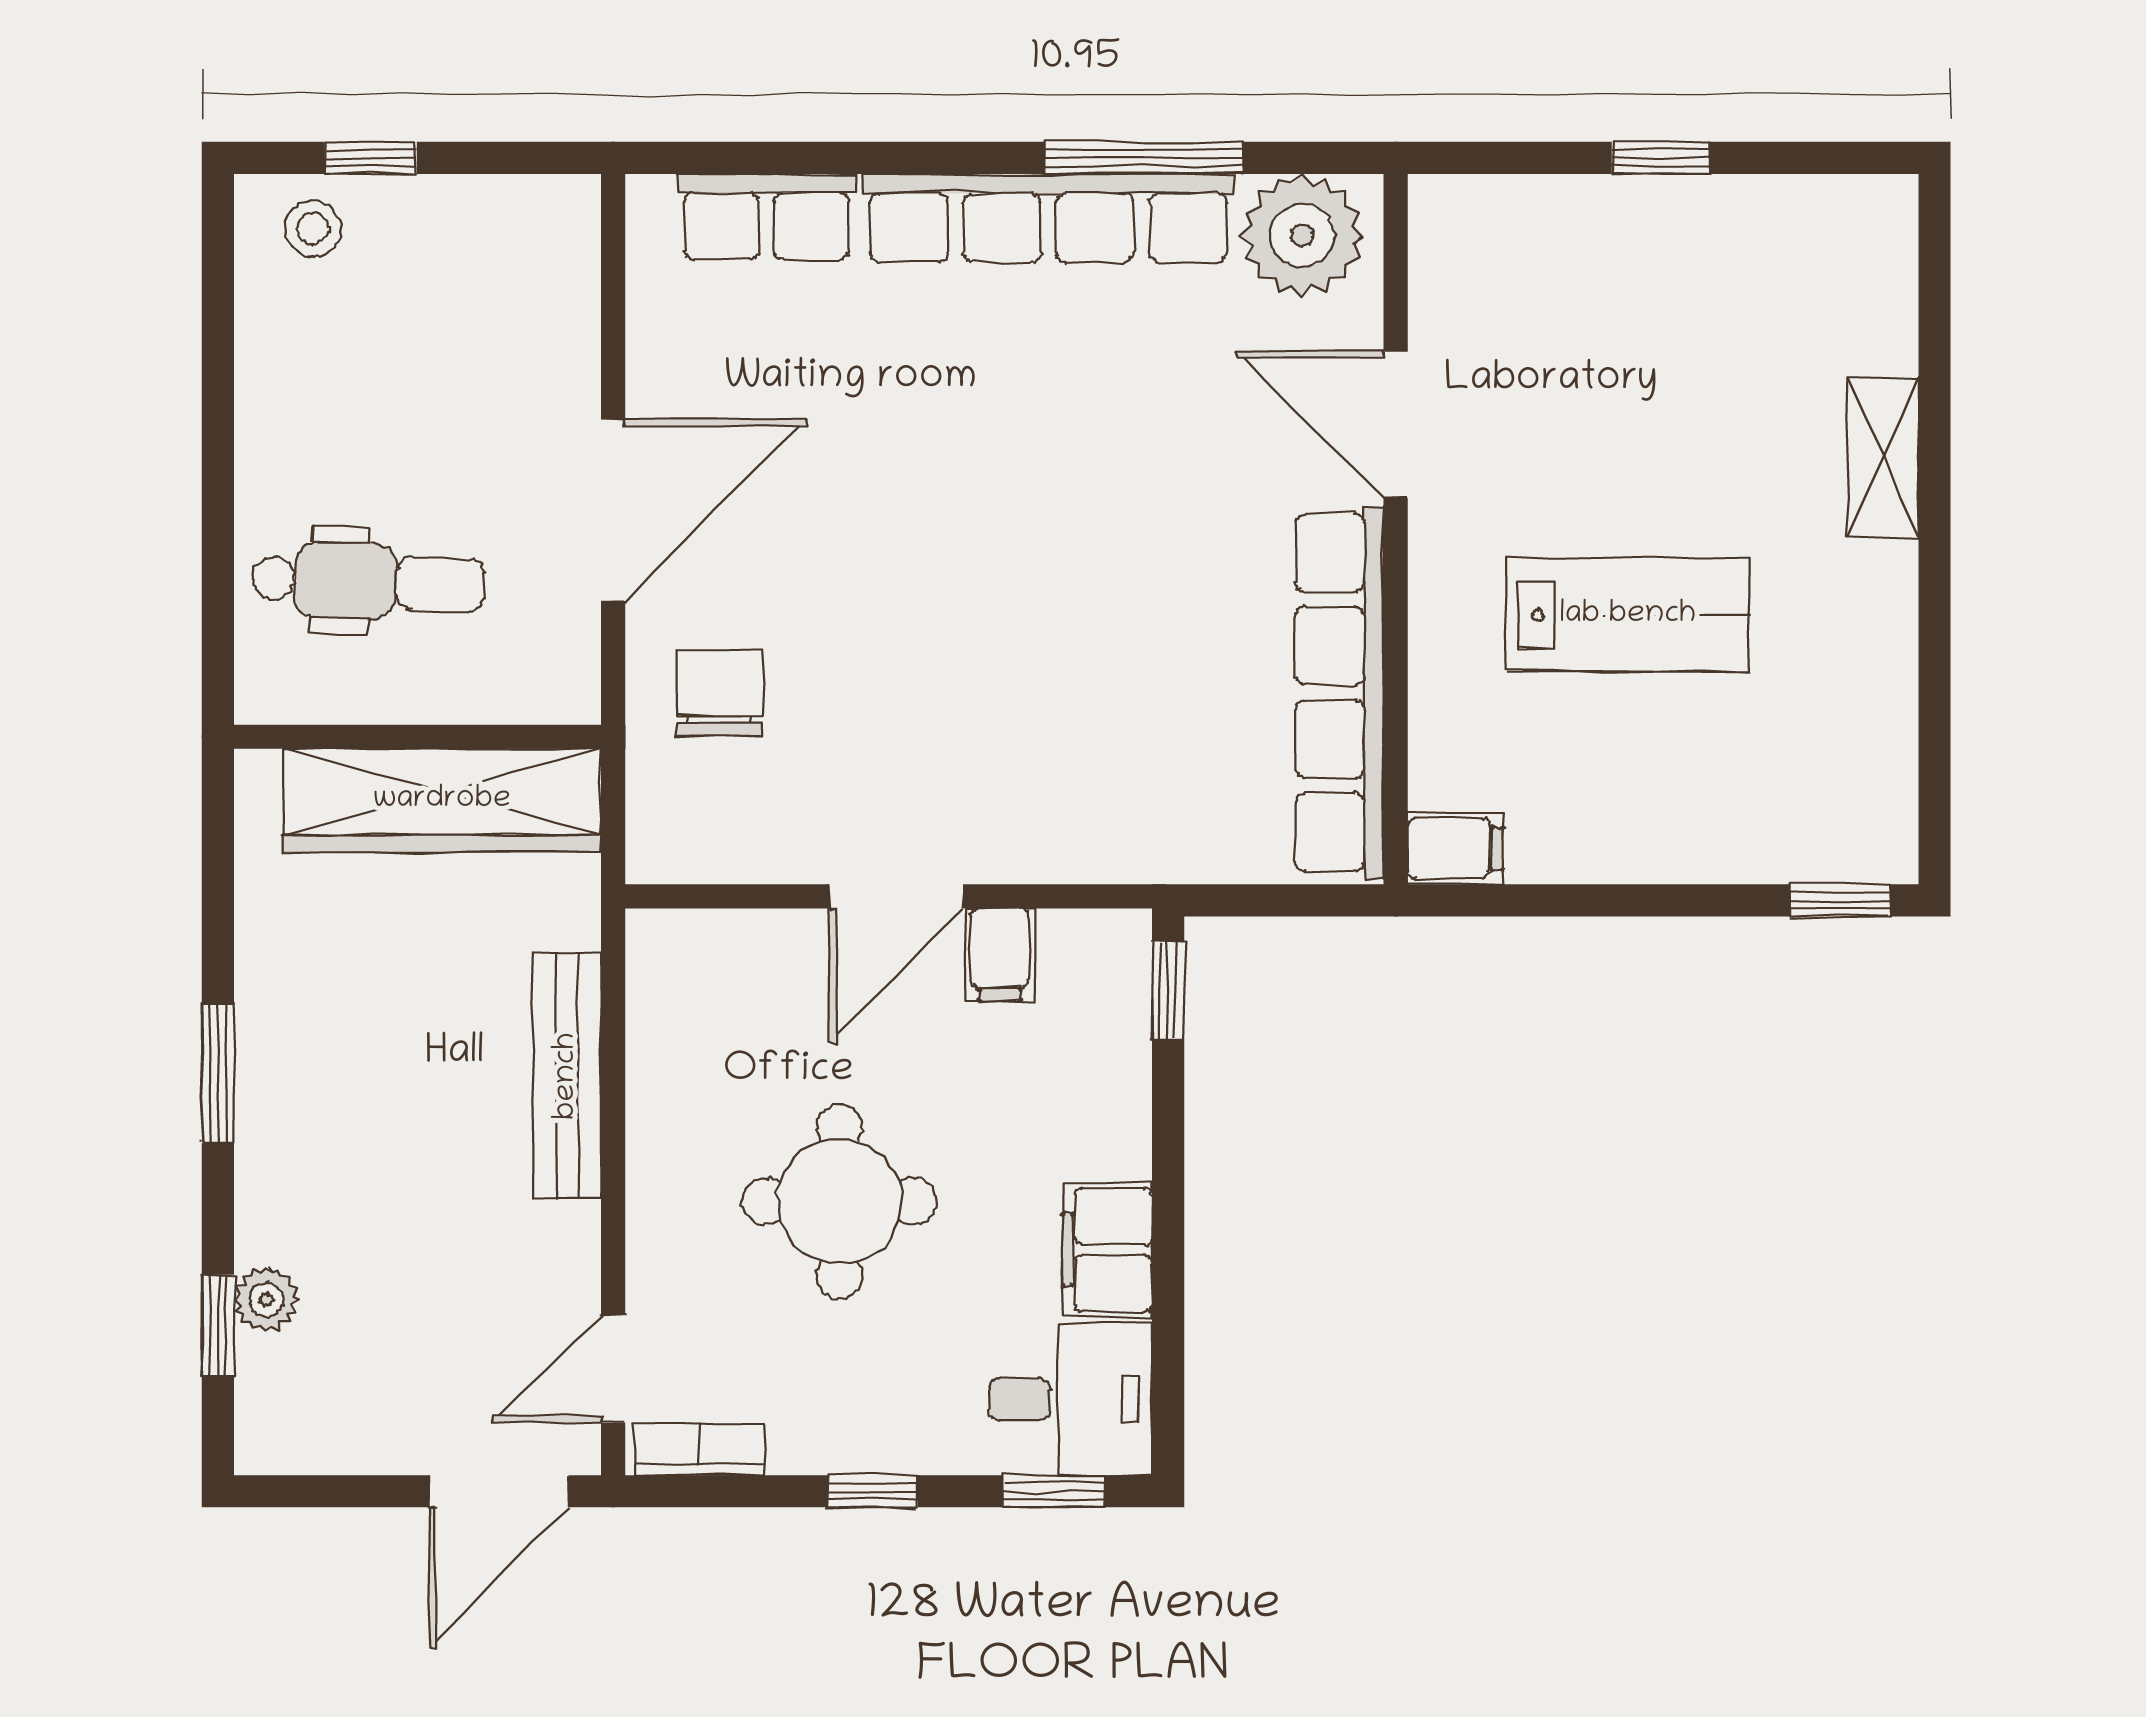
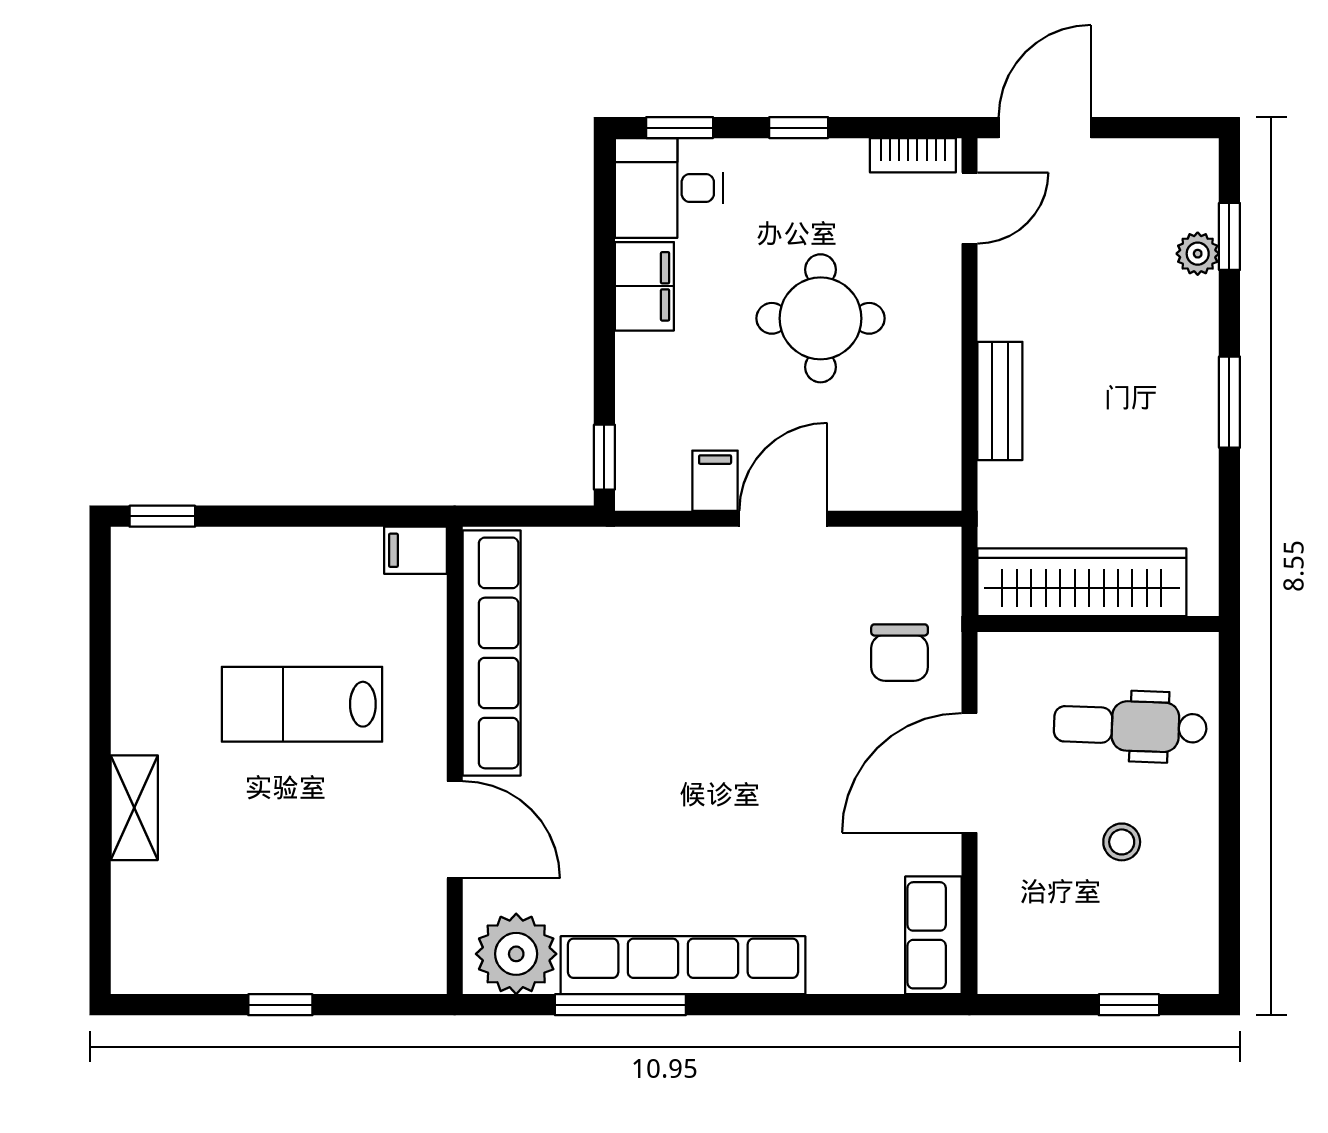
row of seats: (767, 217) -> (933, 935), moved, turned -90
stool: (313, 229) -> (1122, 842), moved
bench: (567, 1076) -> (1000, 401), width x0.73

